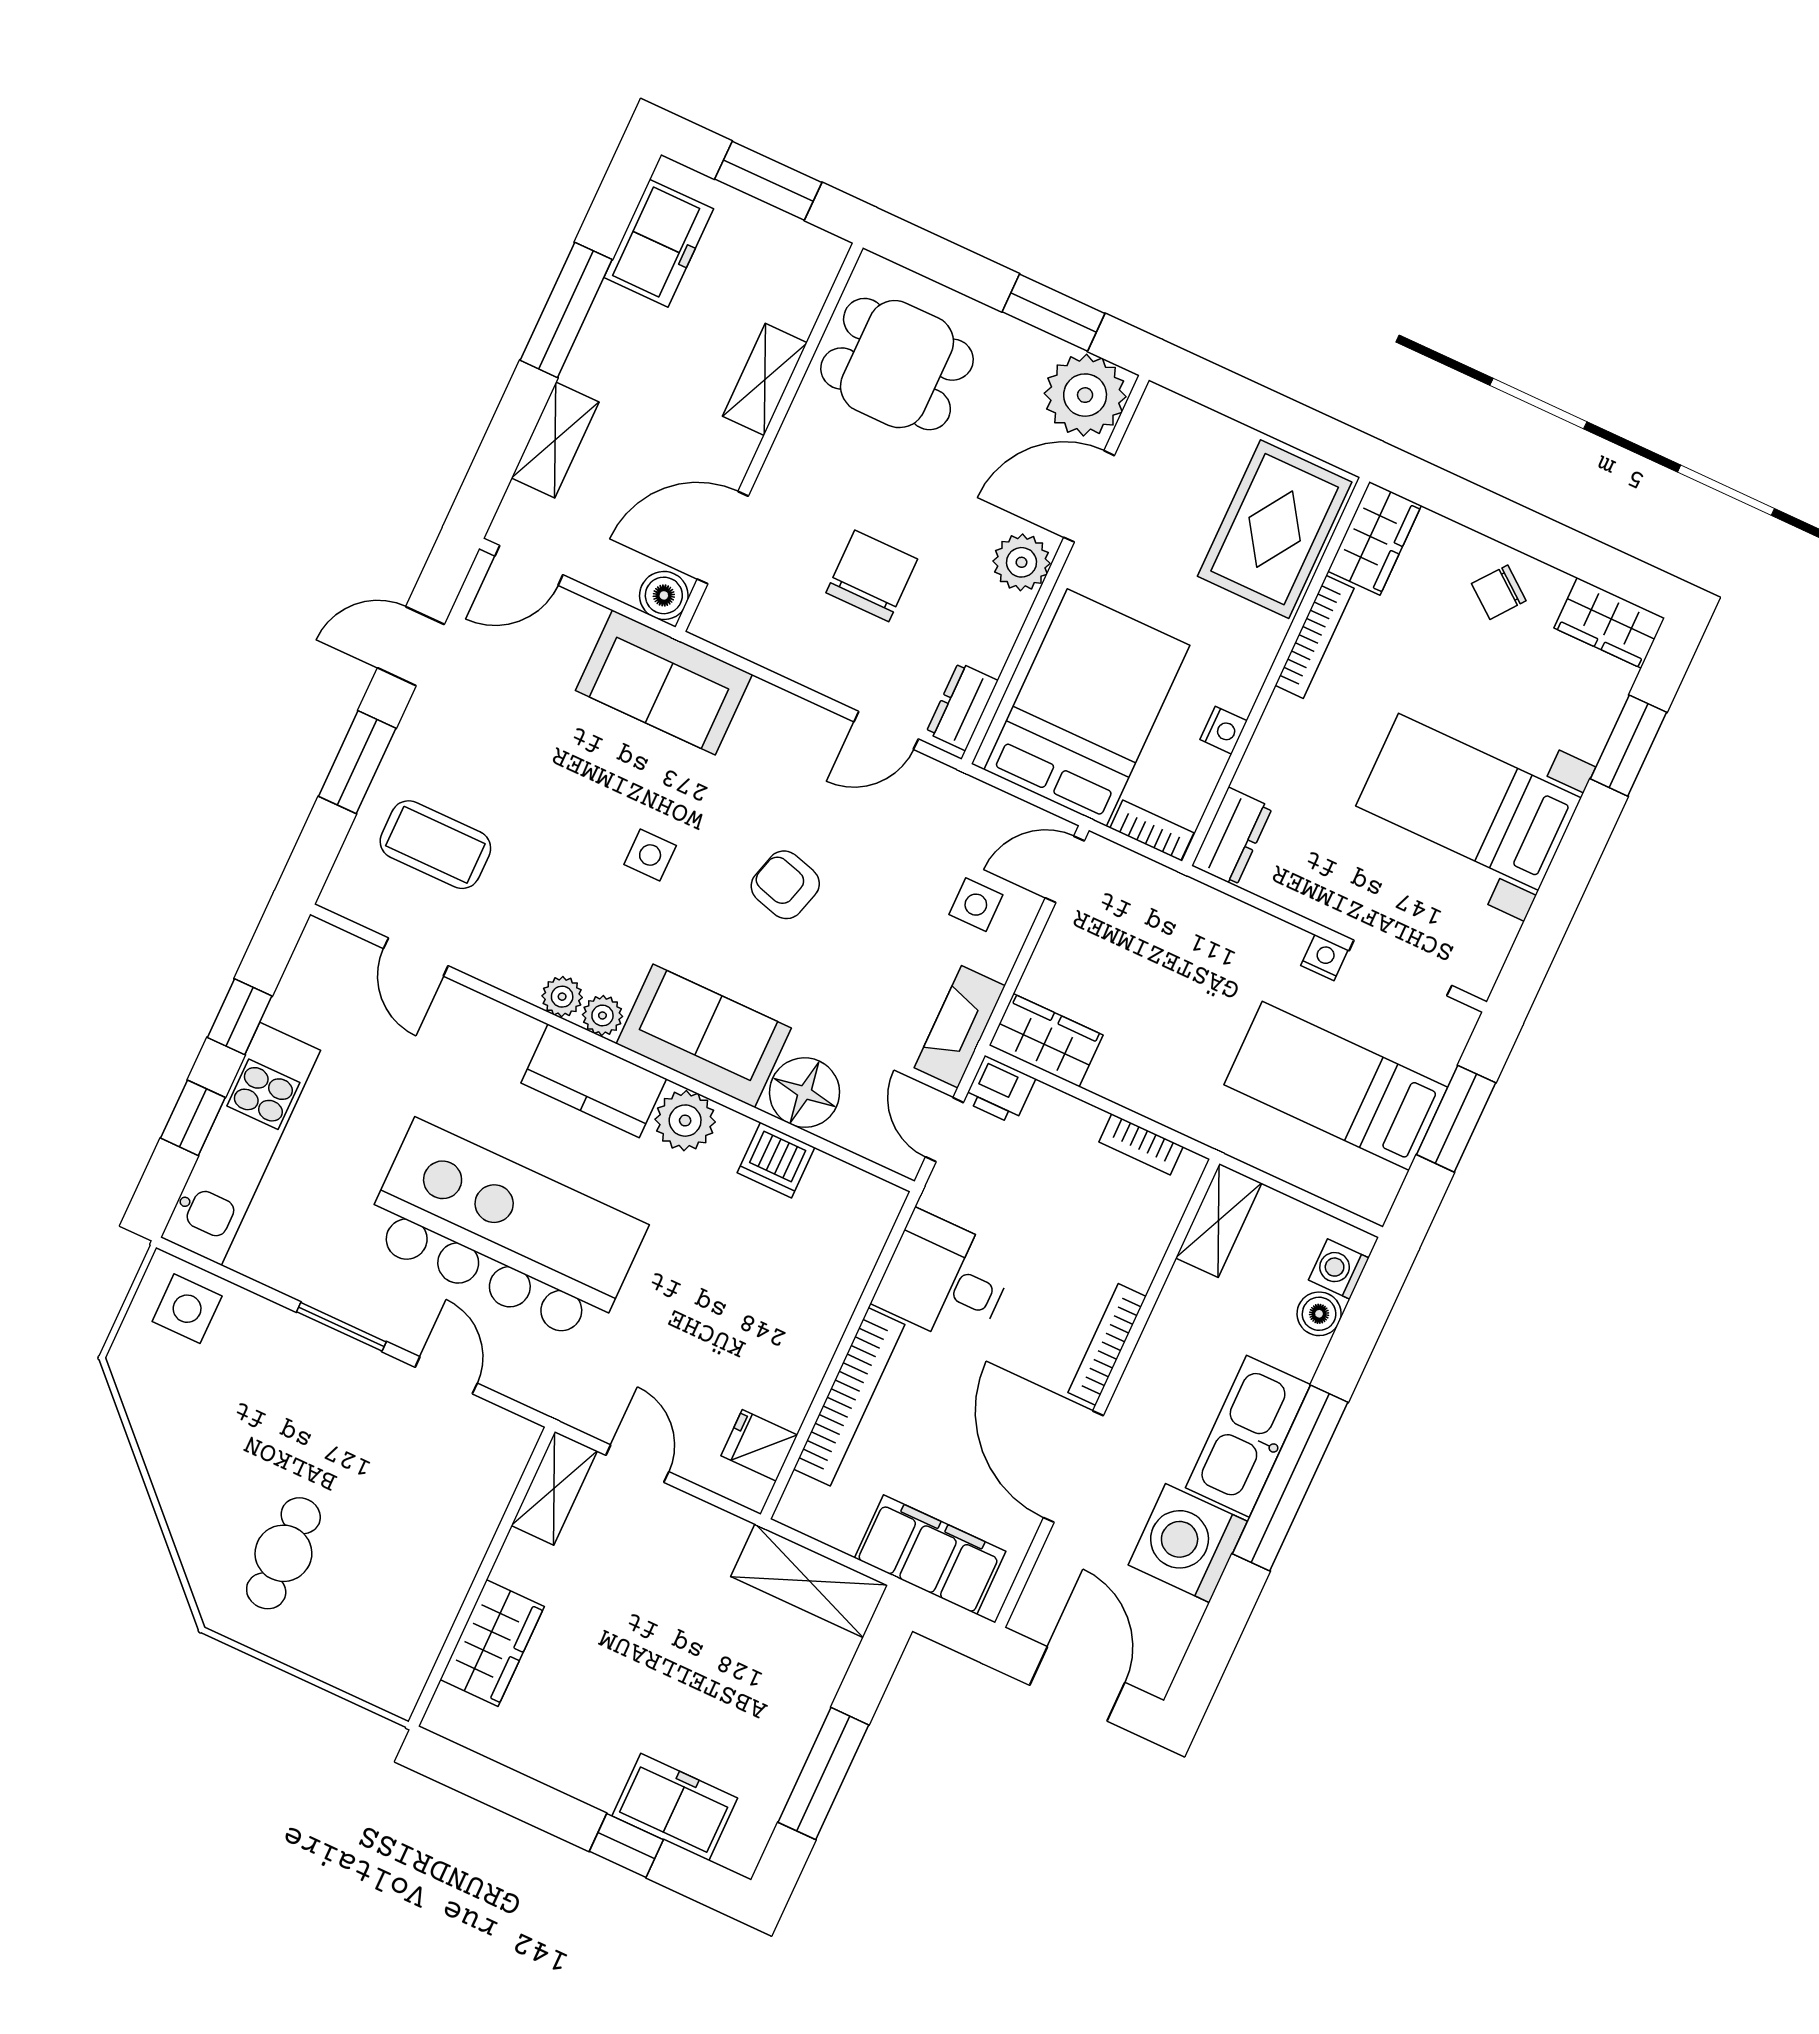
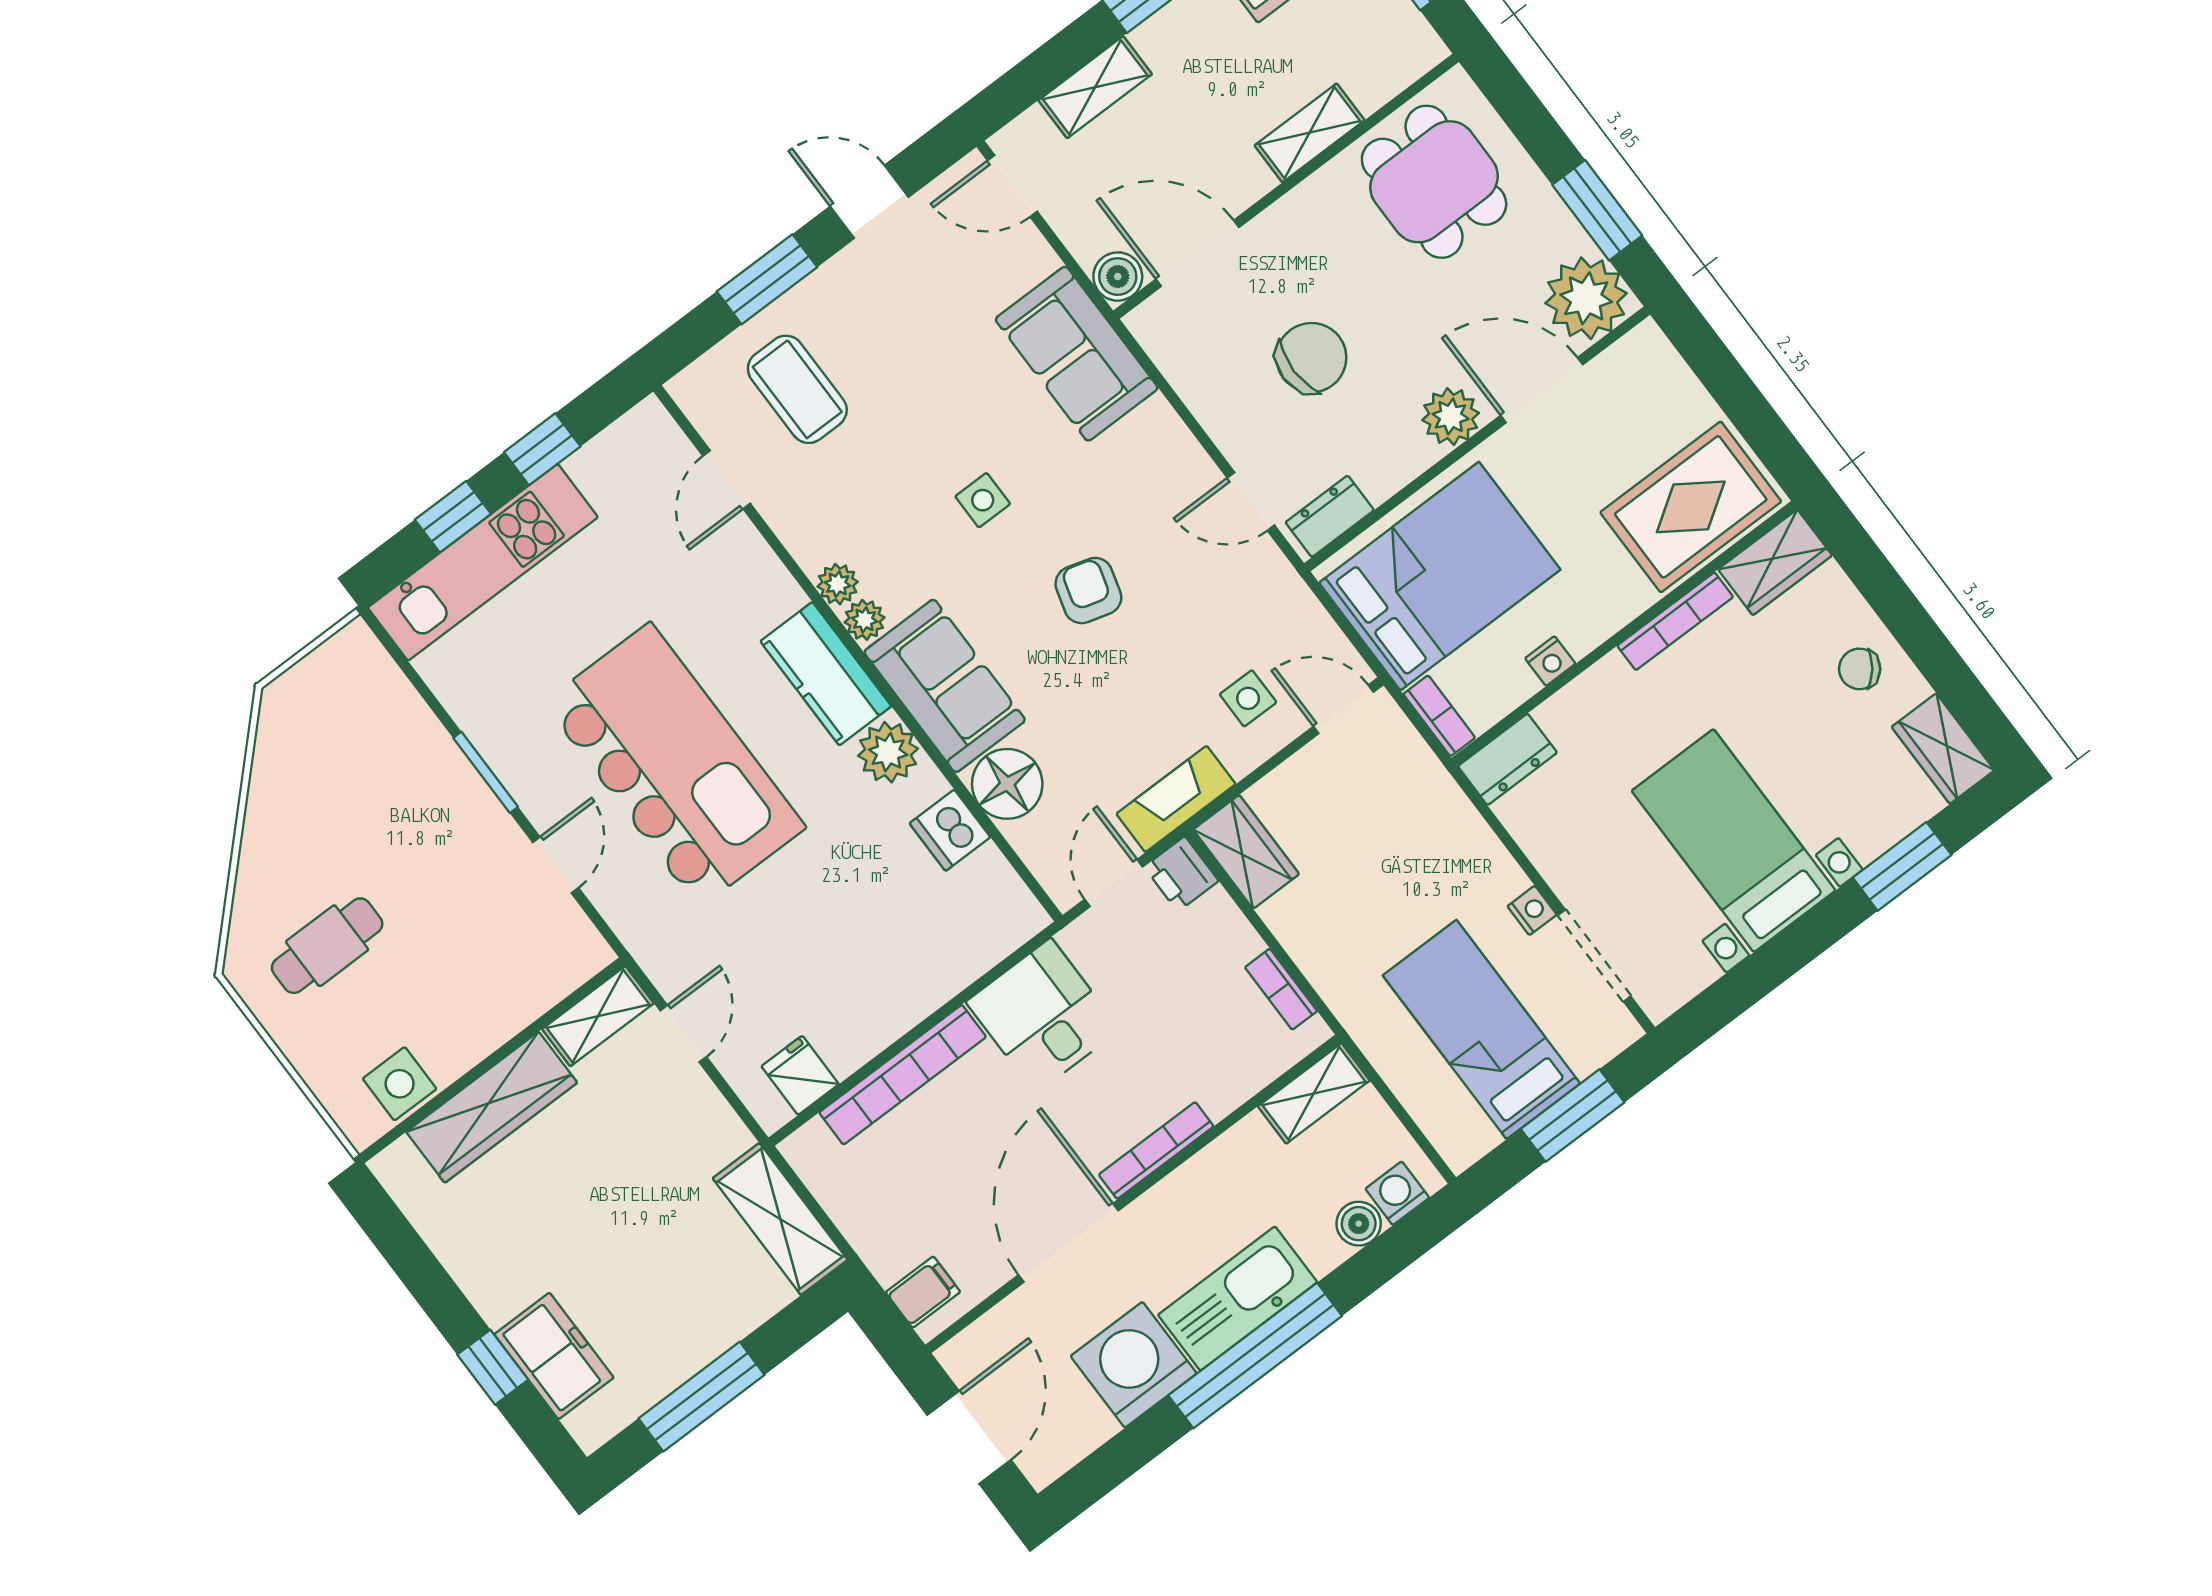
side table: (187, 1309) -> (400, 1084), moved
filing cabinet: (930, 1555) -> (923, 1292), width x0.33, depth x0.86
wardrobe: (492, 1643) -> (492, 1107), width x1.50

